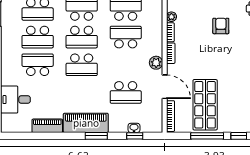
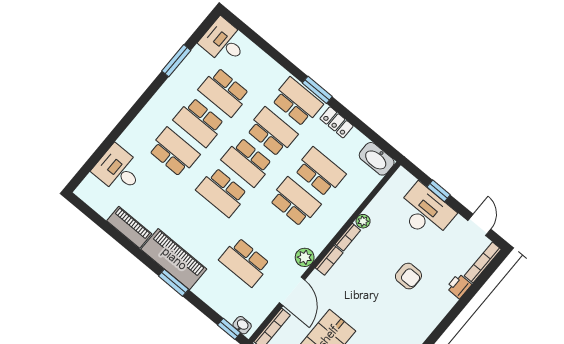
armchair: (221, 26) -> (408, 276), turned 90
washbasin: (134, 128) -> (242, 325), moved
window: (135, 136) -> (229, 329), moved

